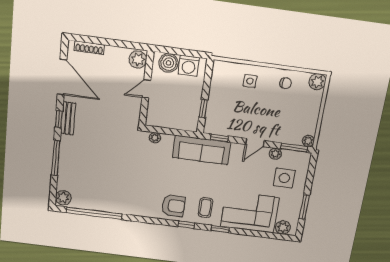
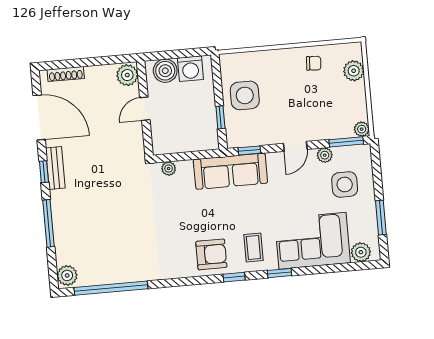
side table: (250, 81) -> (245, 95), moved, width x1.87, depth x1.87
plant: (317, 82) -> (354, 71), moved

